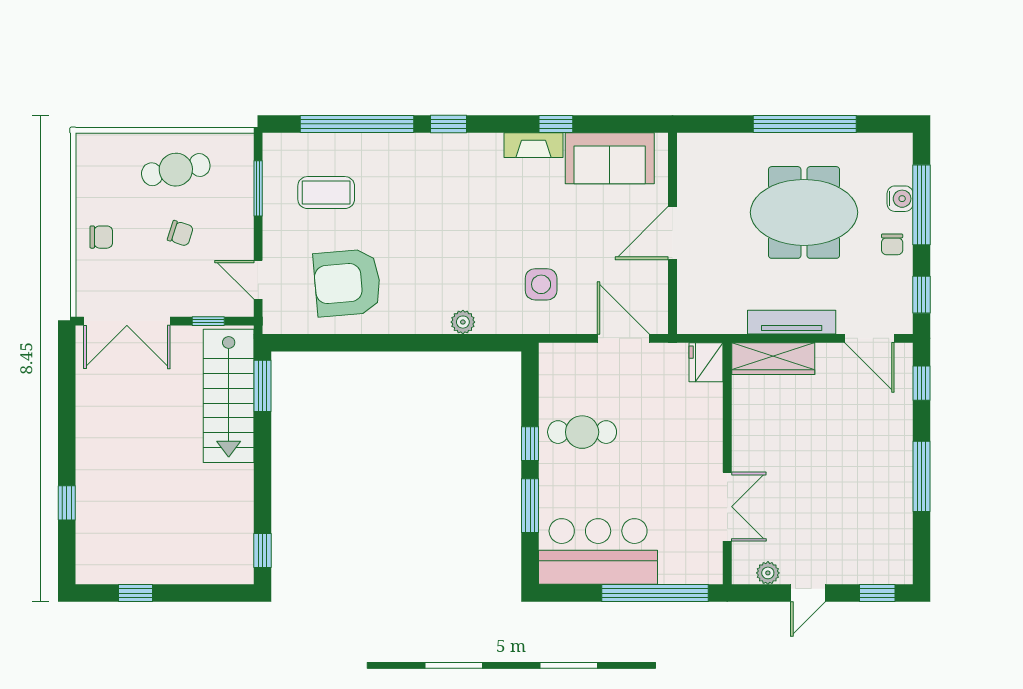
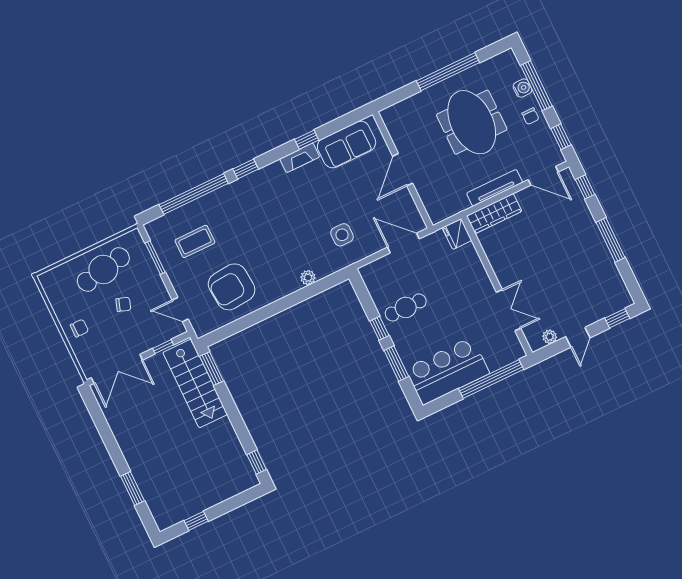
cafe table: (176, 170) -> (103, 269), width x1.37, depth x1.35
meeting table: (804, 212) -> (472, 122), turned 90
window: (67, 503) -> (132, 489), width x1.50

